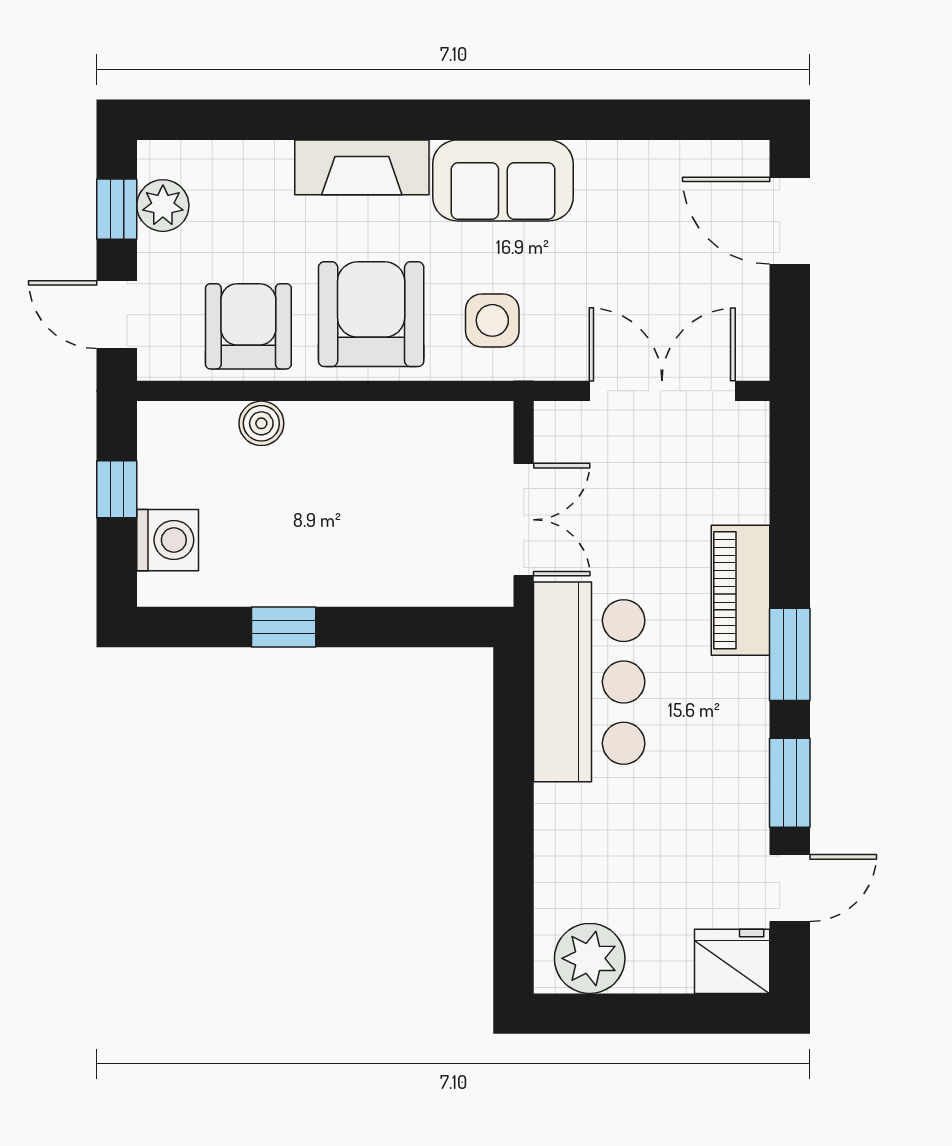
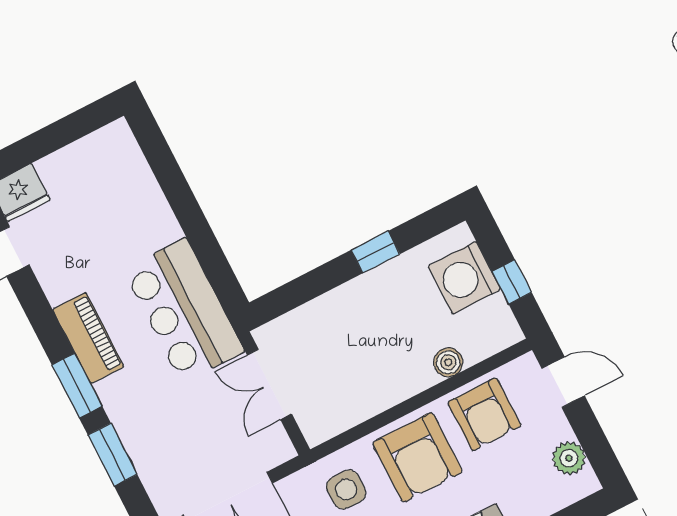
window: (117, 209) -> (594, 443), removed
washing machine: (168, 540) -> (464, 278), width x1.37, depth x1.37
piano: (741, 590) -> (88, 338), moved
window: (790, 783) -> (112, 455), moved
plant: (590, 958) -> (102, 152), removed

